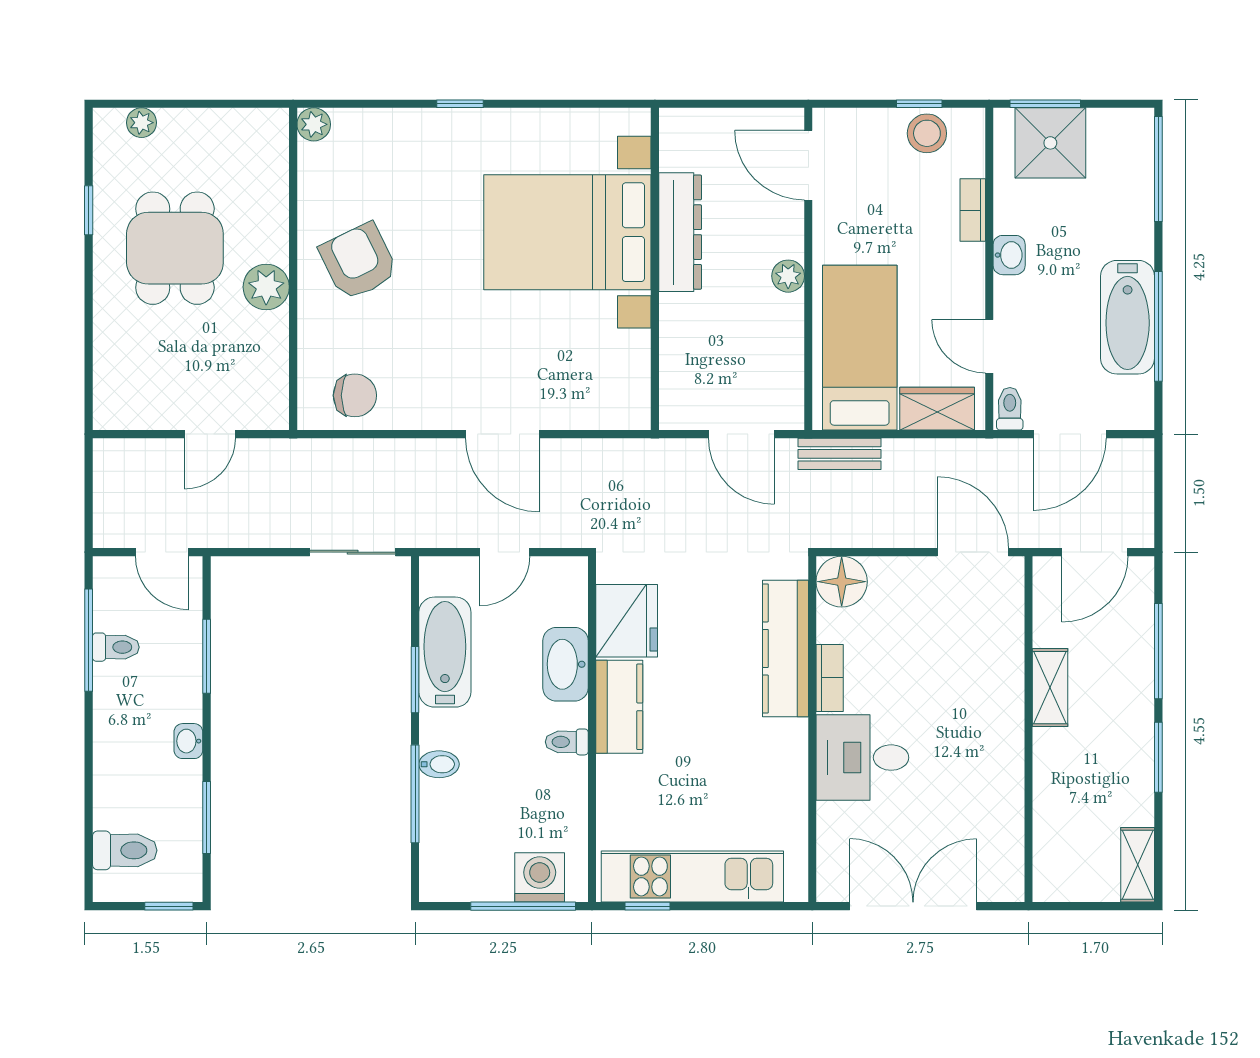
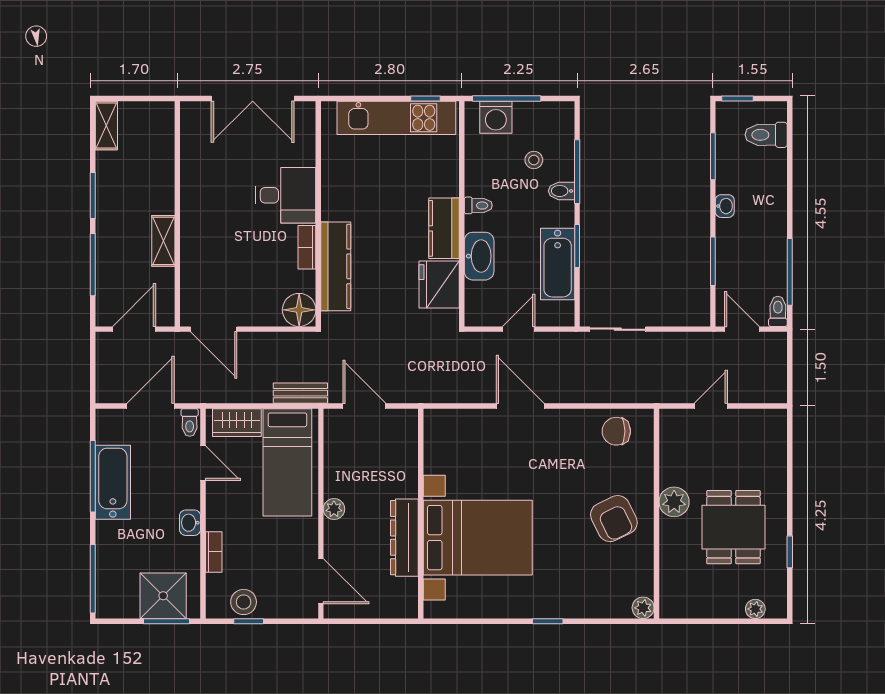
toilet: (116, 647) -> (778, 311), moved, turned 90
stool: (481, 812) -> (534, 160), added

